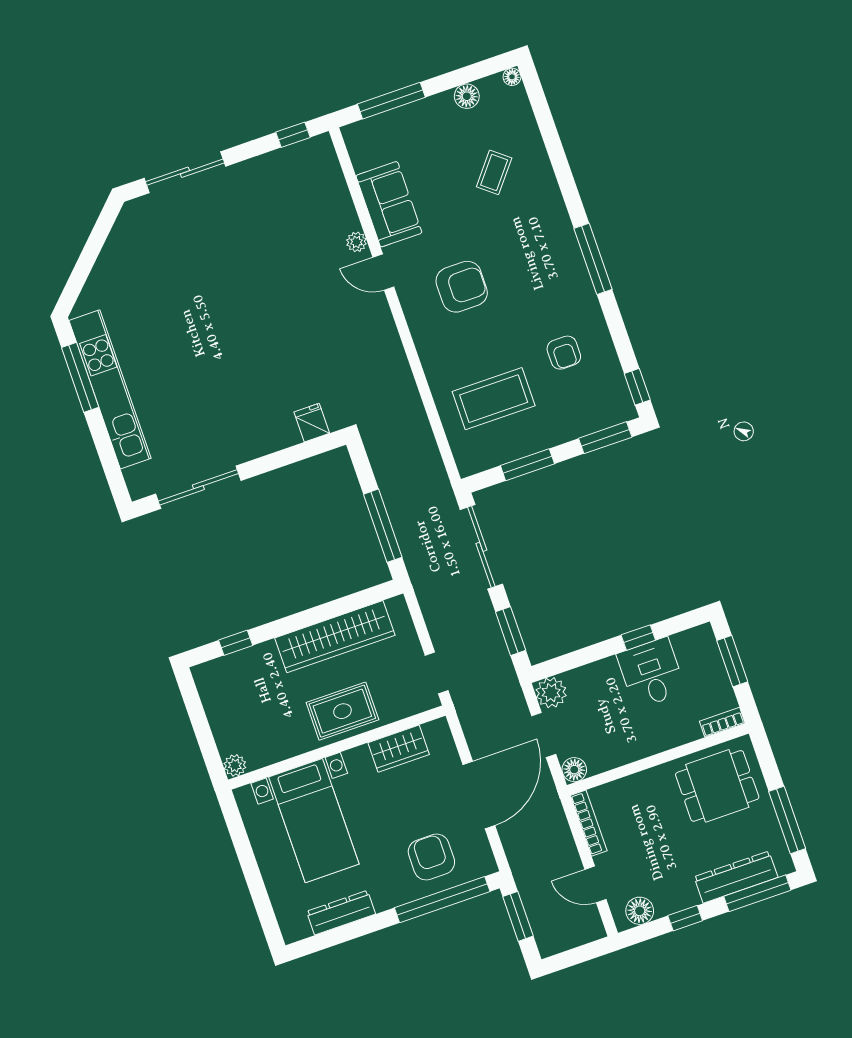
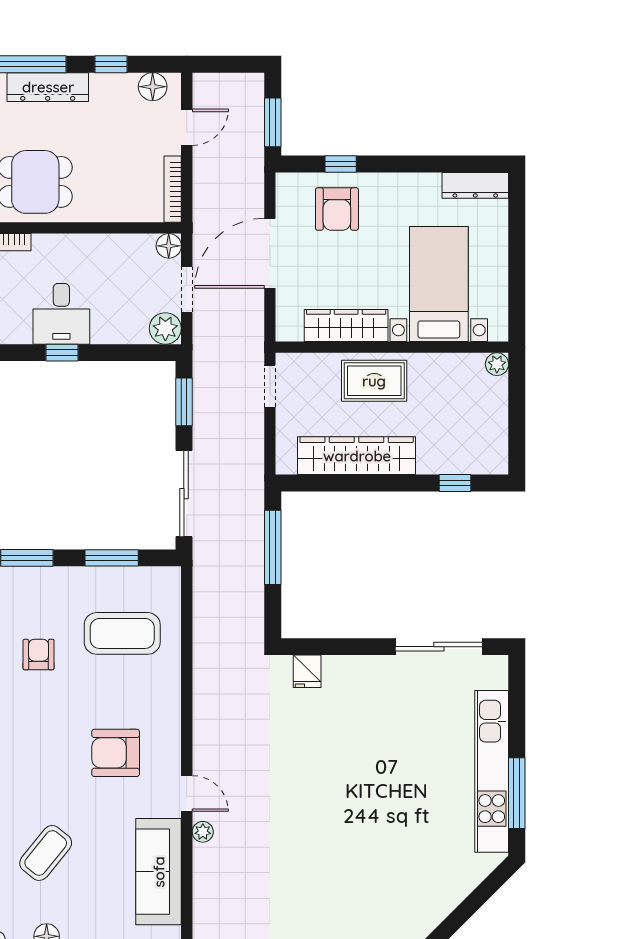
coffee table: (494, 172) -> (46, 853), width x1.36, depth x1.30
sofa: (389, 204) -> (159, 872), width x1.36
wardrobe: (399, 749) -> (346, 325), width x1.50
door: (595, 884) -> (187, 127), hinge flipped
window: (442, 900) -> (341, 164), width x0.32
dresser: (341, 913) -> (475, 185), moved

